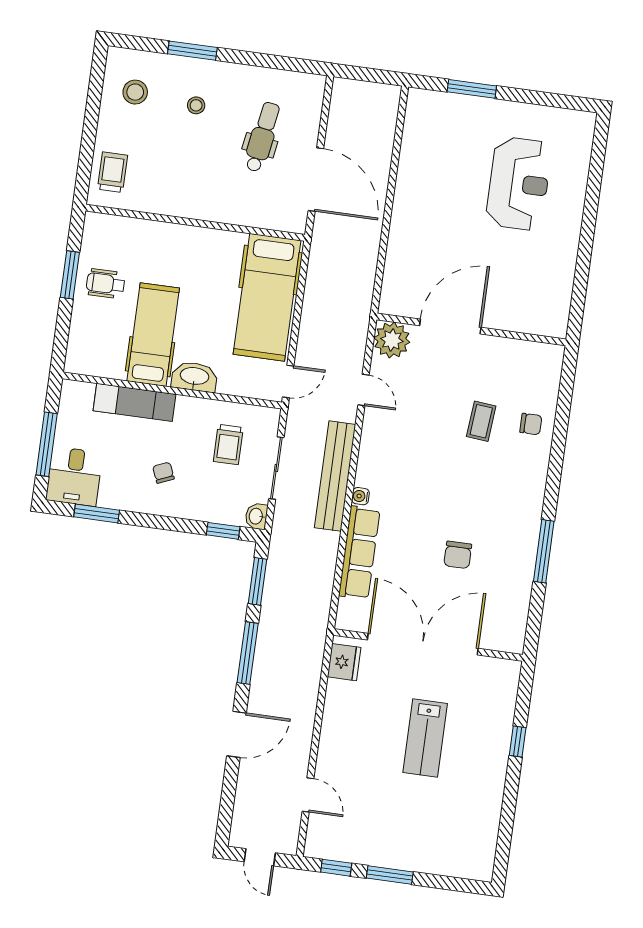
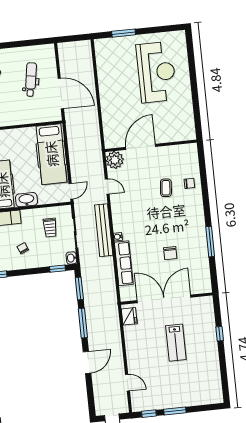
reception desk: (519, 184) -> (156, 72), width x1.36, depth x1.30

